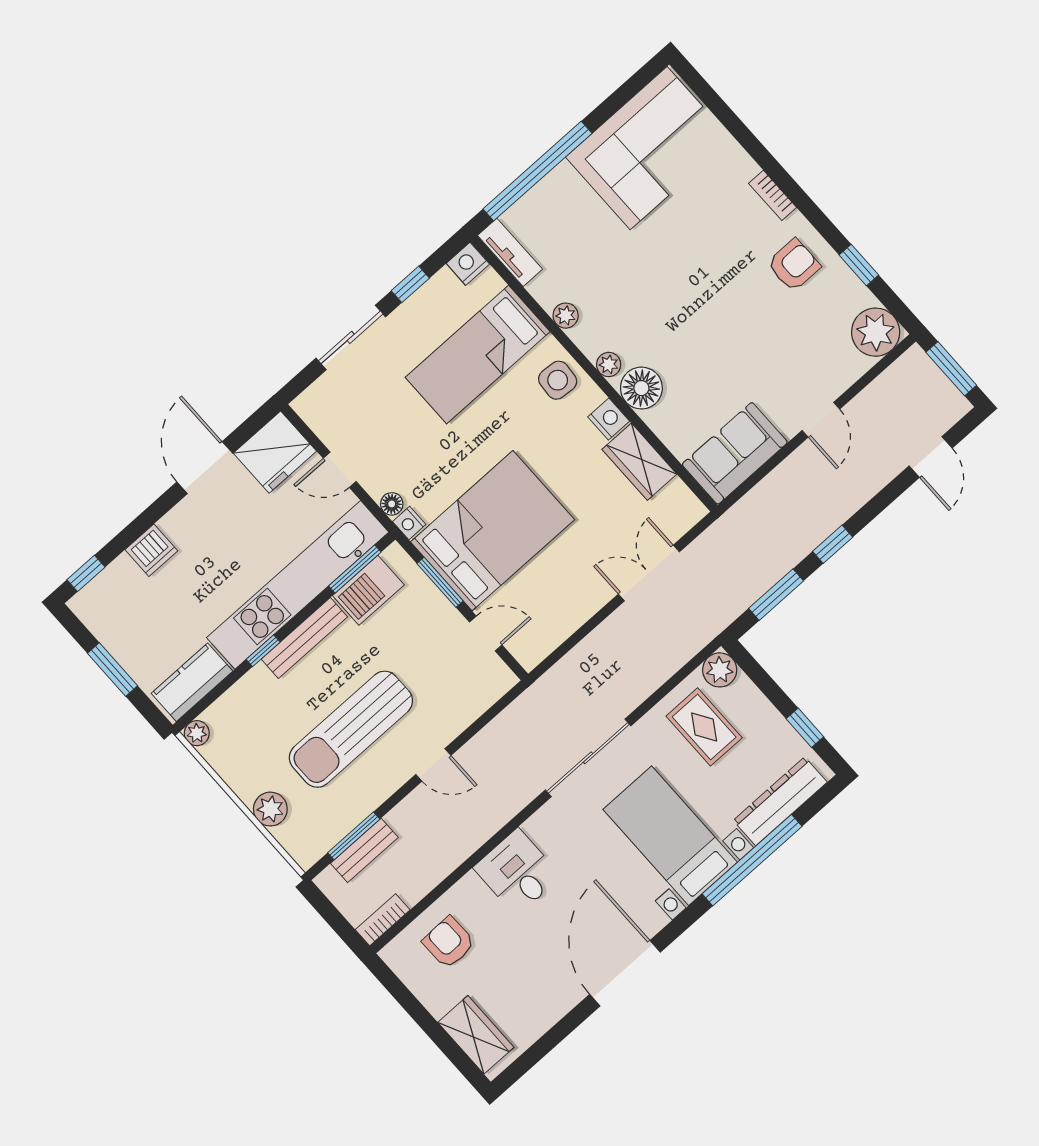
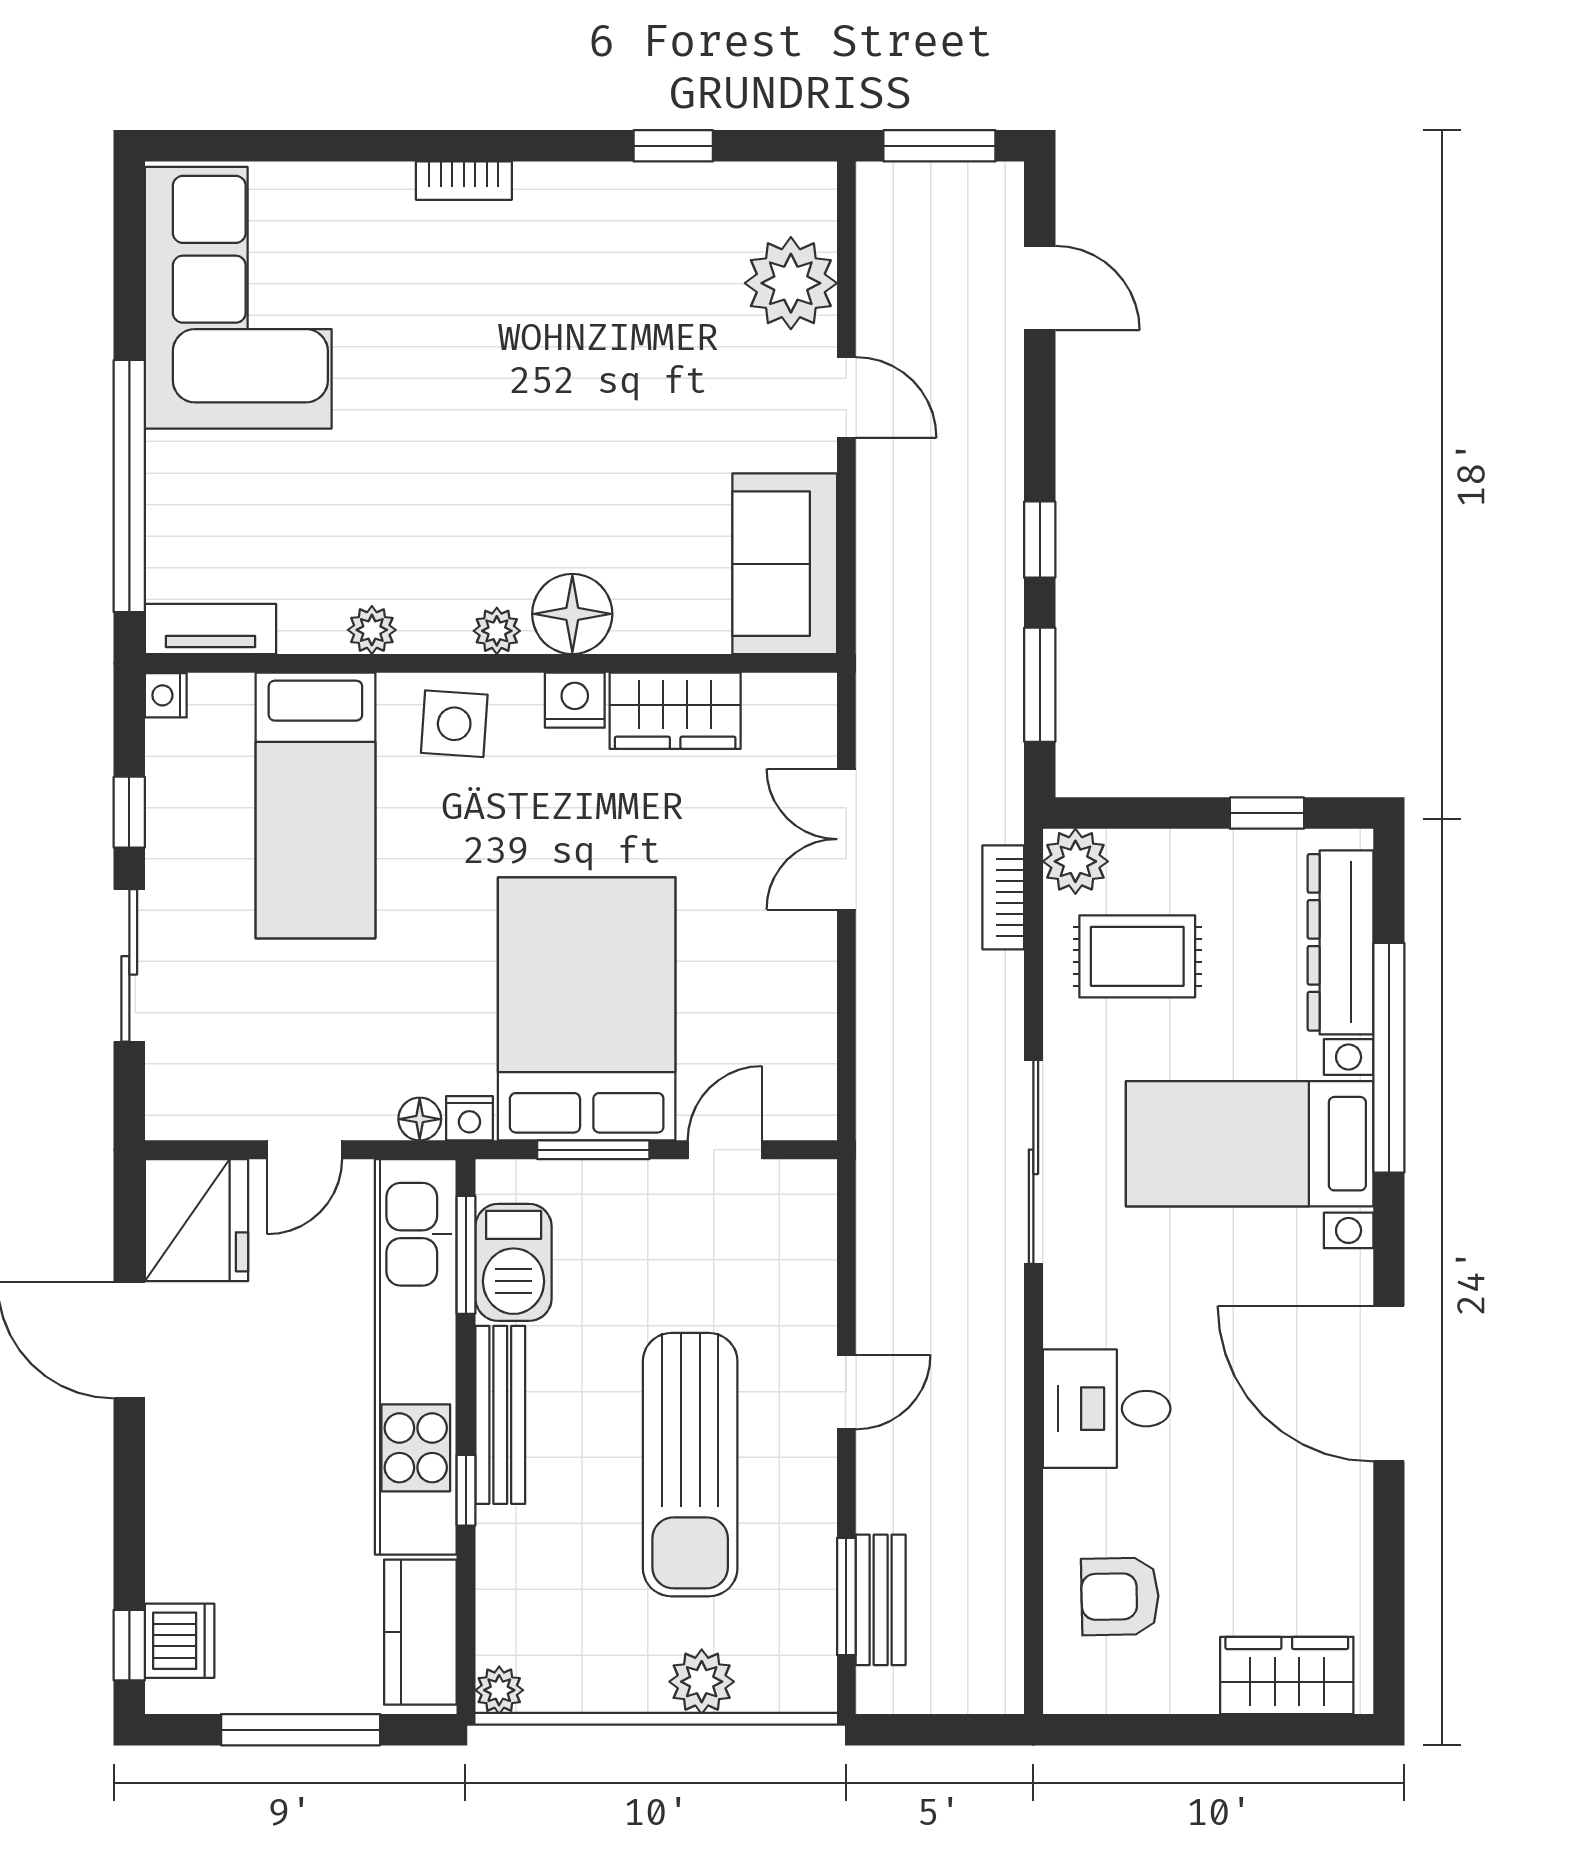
nightstand: (468, 264) -> (166, 695), width x0.72, depth x0.74
armchair: (794, 265) -> (590, 239), removed
plant: (876, 332) -> (791, 283), moved
dishwasher: (151, 550) -> (180, 1641), moved
window: (112, 669) -> (301, 1730), width x1.44
bookcase: (383, 920) -> (1003, 897), moved

